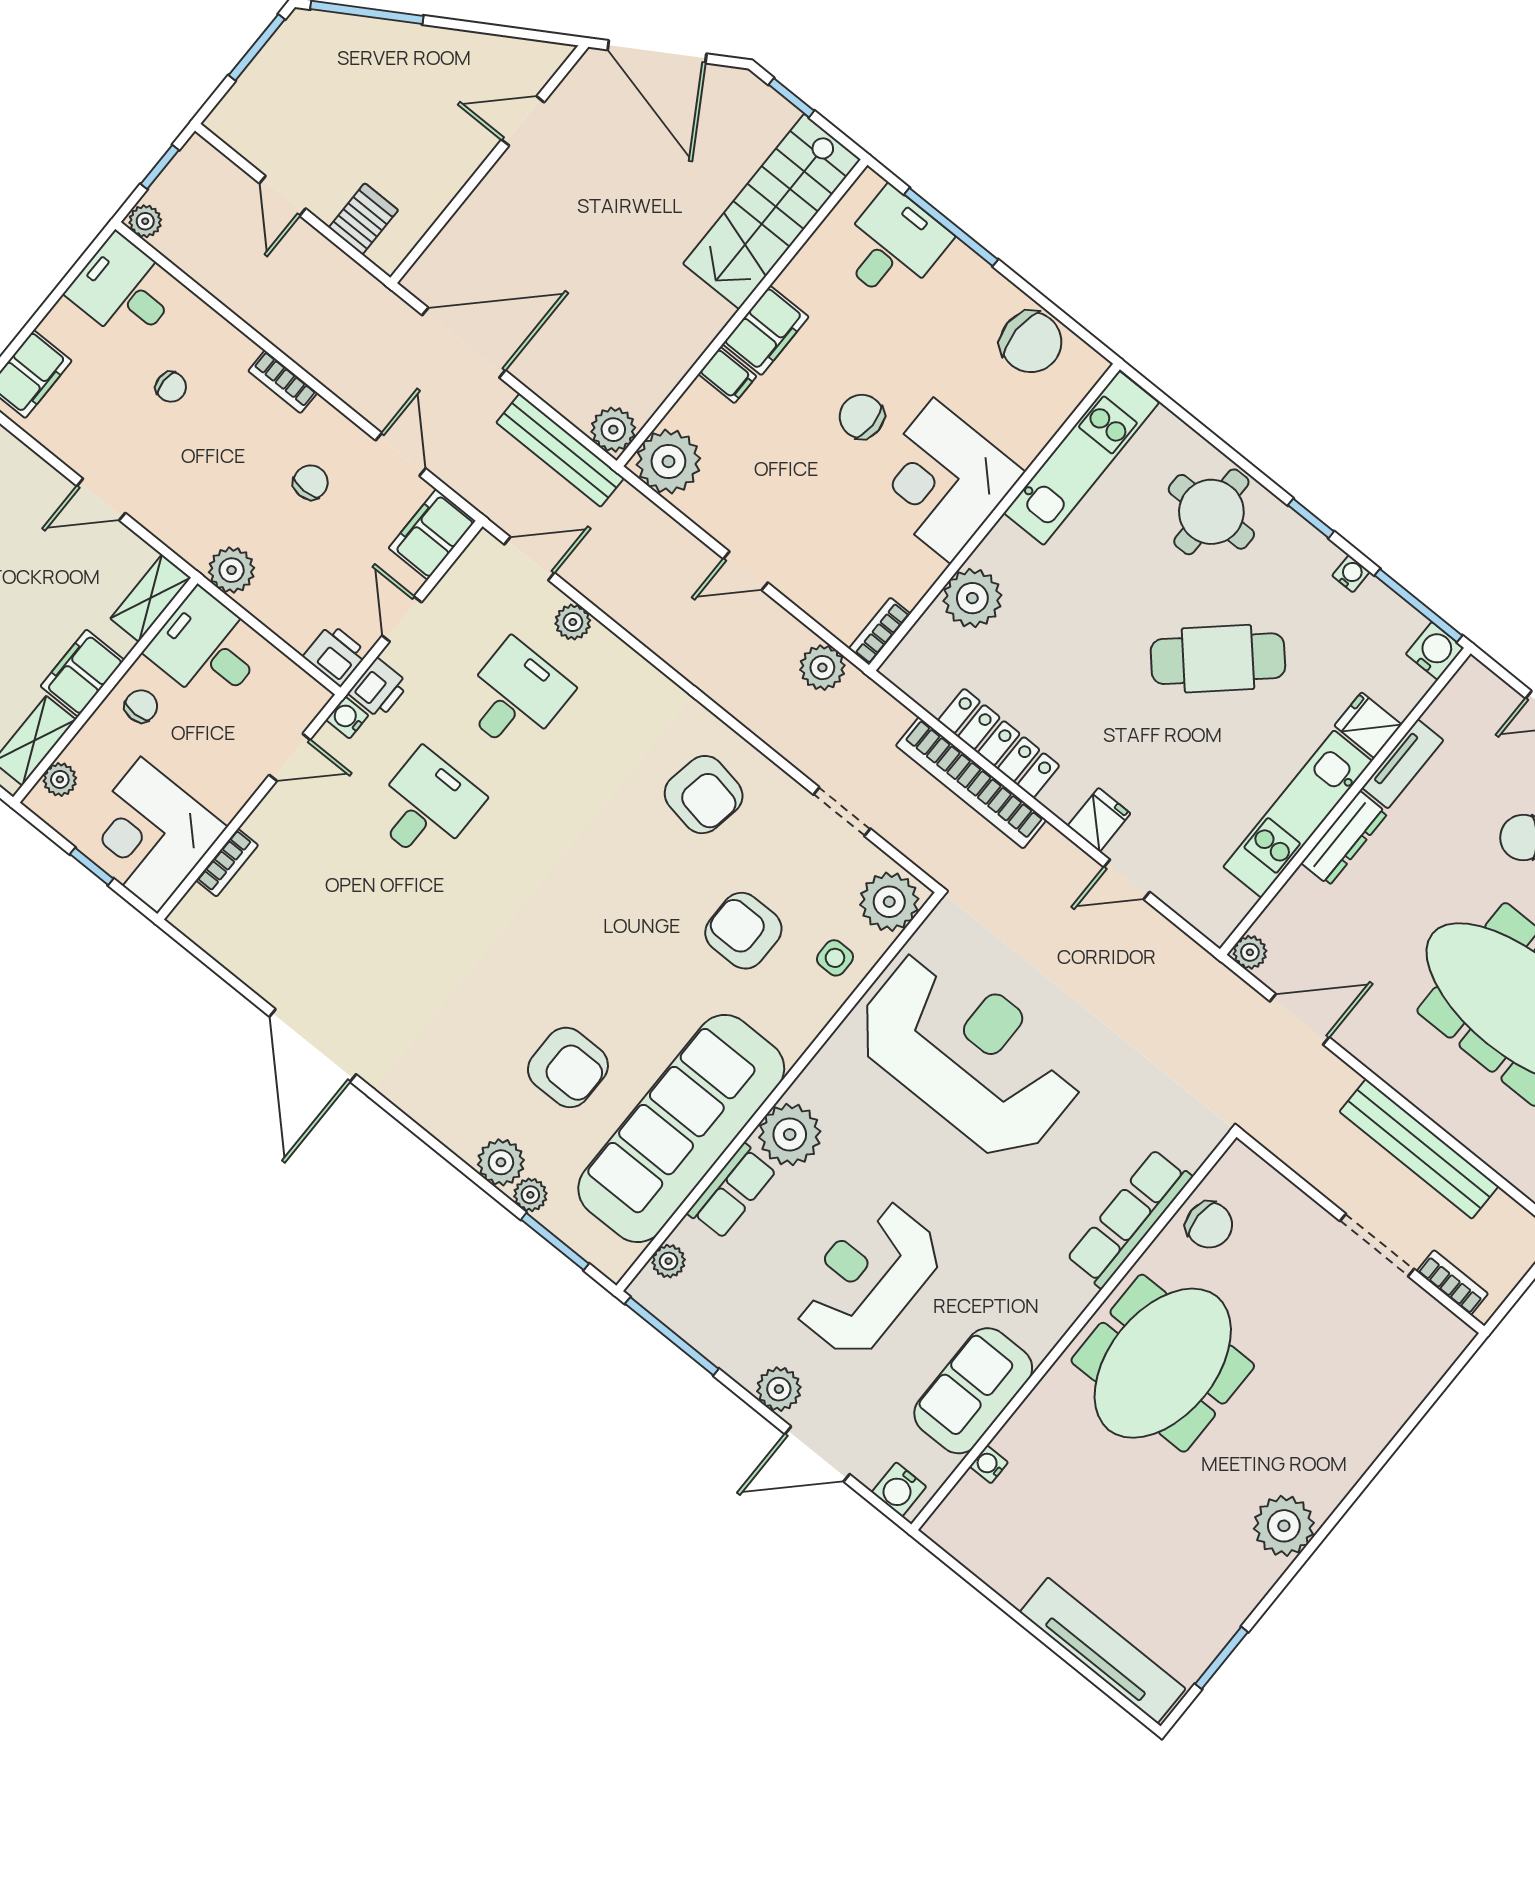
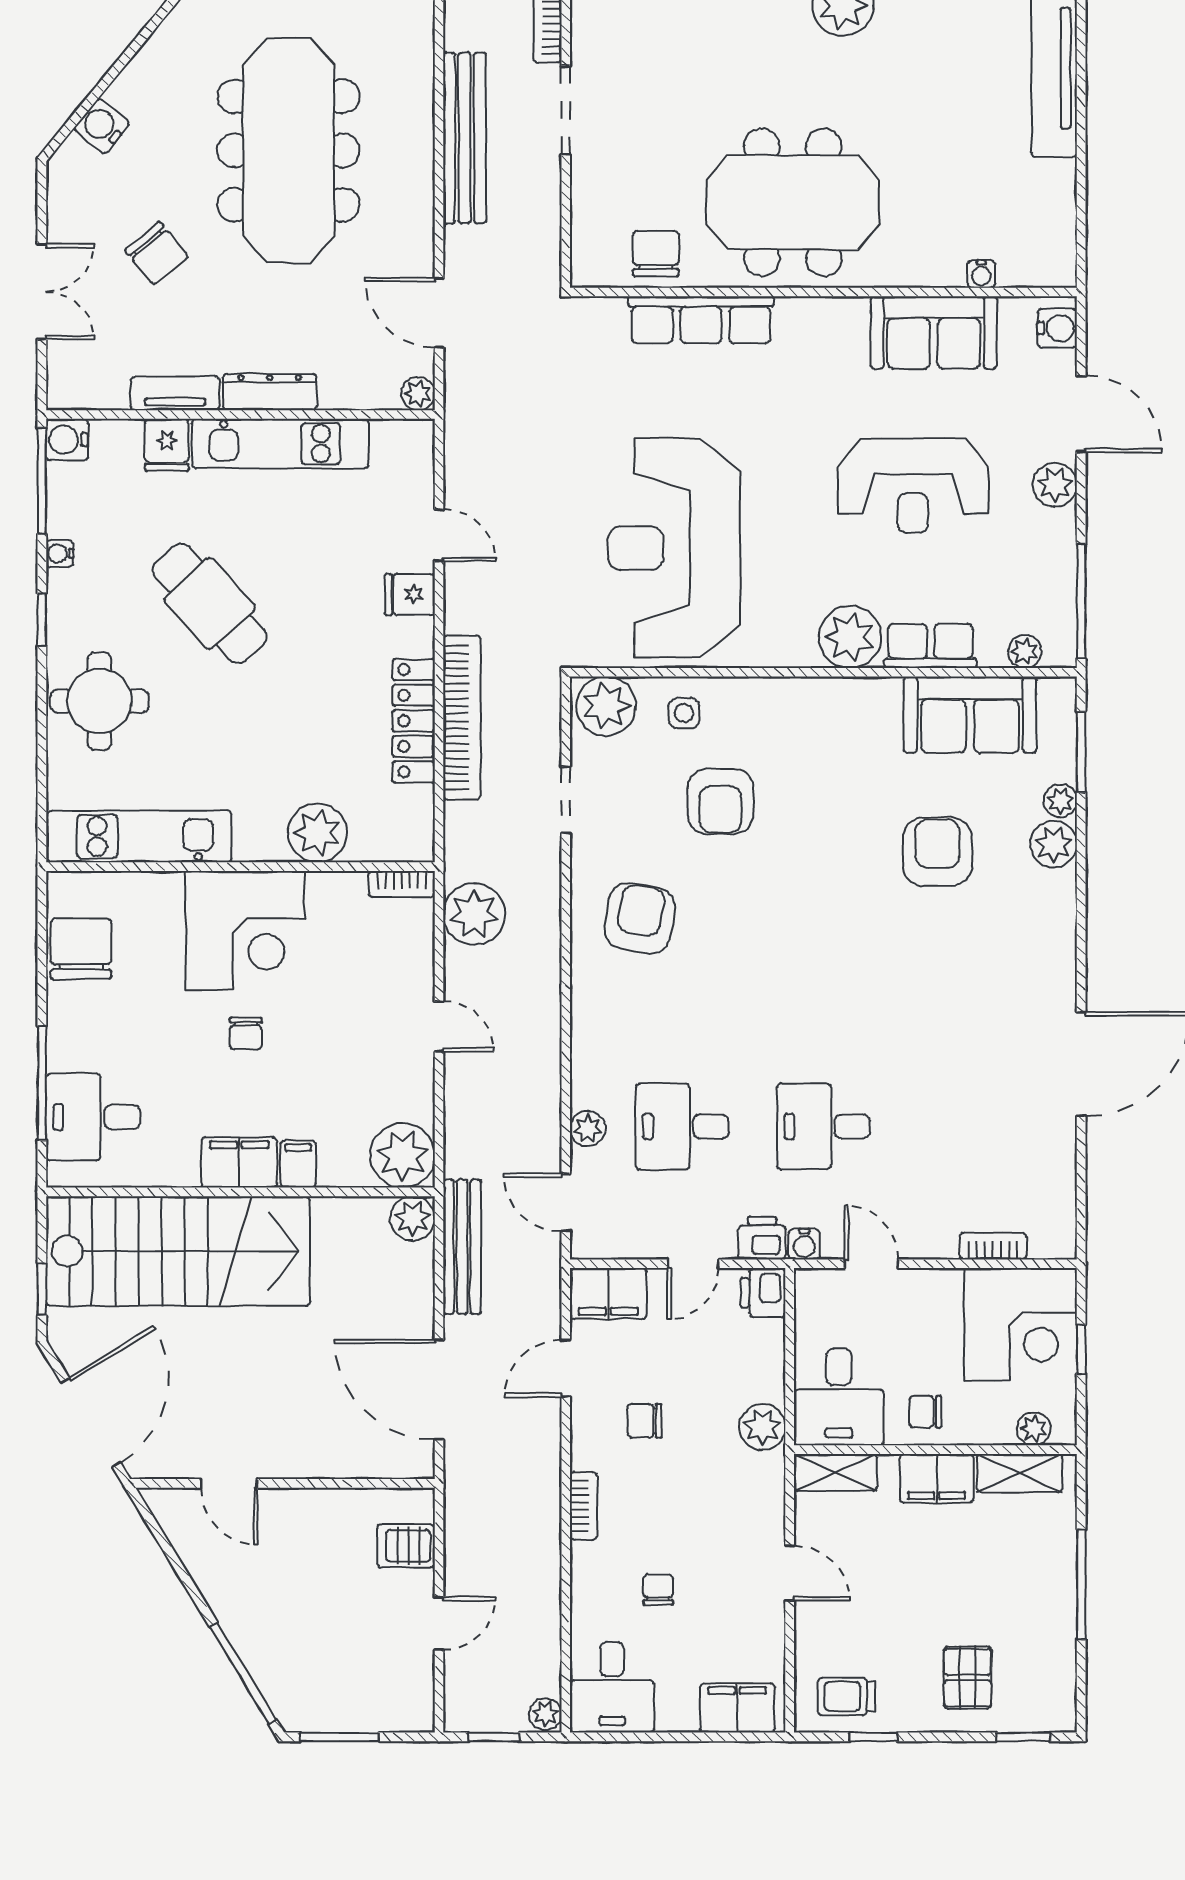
stairs: (772, 211) -> (178, 1251), width x1.36, depth x1.51
chair: (862, 417) -> (246, 1033), width x0.73, depth x0.73
plant: (822, 668) -> (474, 914), width x1.36, depth x1.36
sofa: (681, 1129) -> (970, 715), width x0.54, depth x0.79

